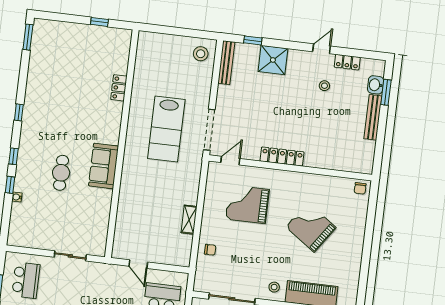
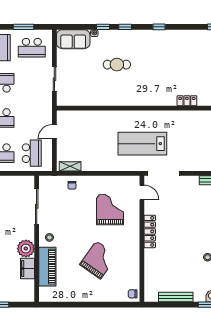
bench: (373, 117) -> (176, 297), moved
lab bench: (166, 129) -> (142, 144), moved
sofa: (104, 166) -> (73, 39), moved, turned 180
shelving: (189, 220) -> (70, 166), moved

